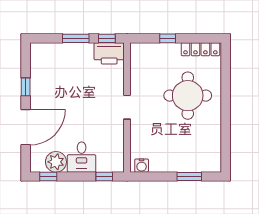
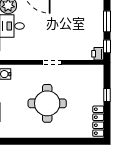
printer: (109, 53) -> (98, 54), width x0.53, depth x0.68
round table: (188, 96) -> (47, 103), moved

